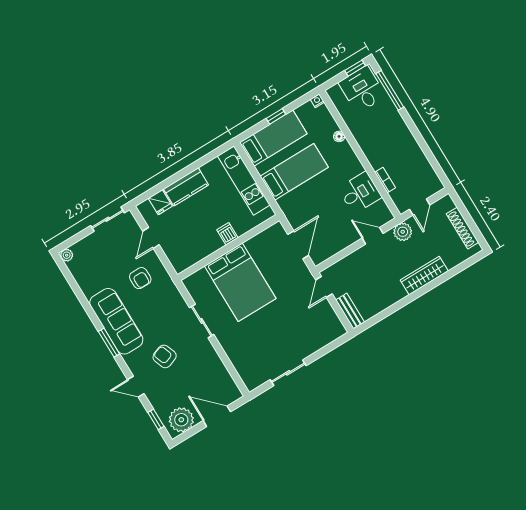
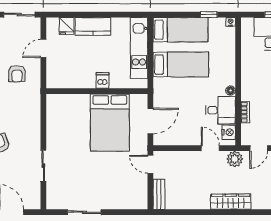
window: (276, 116) -> (209, 15), moved
floor lamp: (339, 136) -> (231, 91), moved
nightstand: (381, 209) -> (229, 132), added
bed: (240, 282) -> (110, 123), moved
door: (324, 287) -> (150, 164), hinge flipped
sliding door: (202, 321) -> (43, 166), moved

